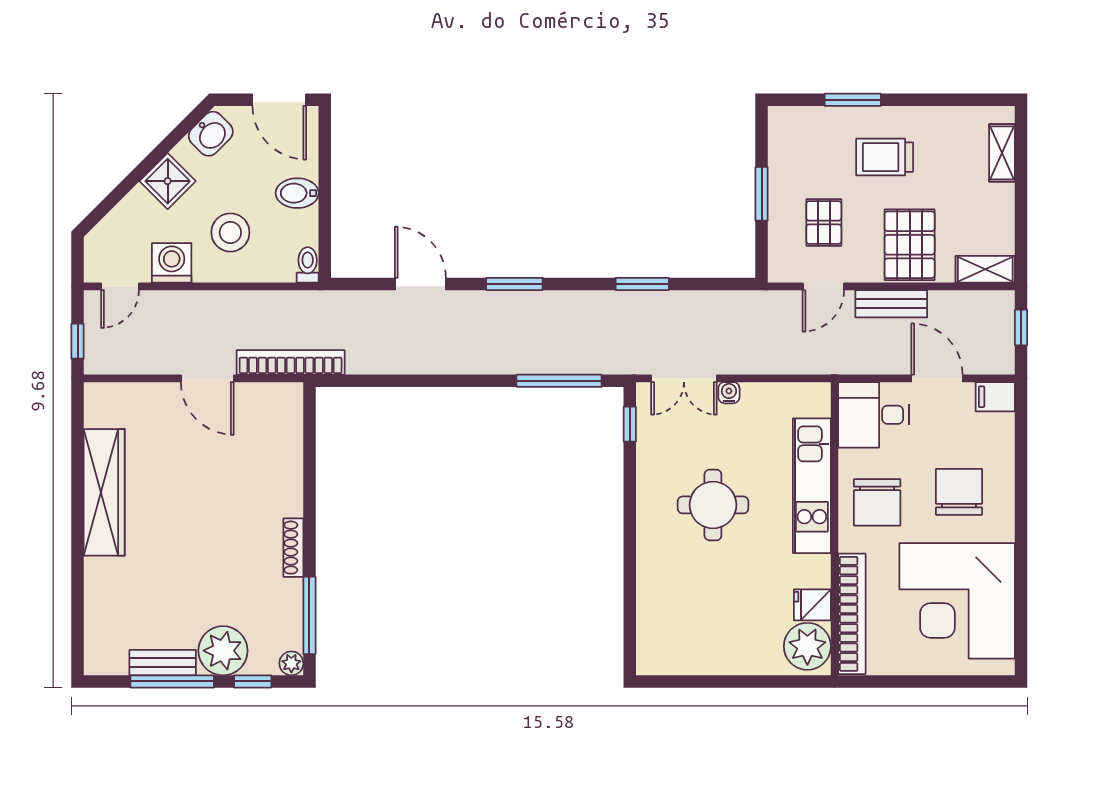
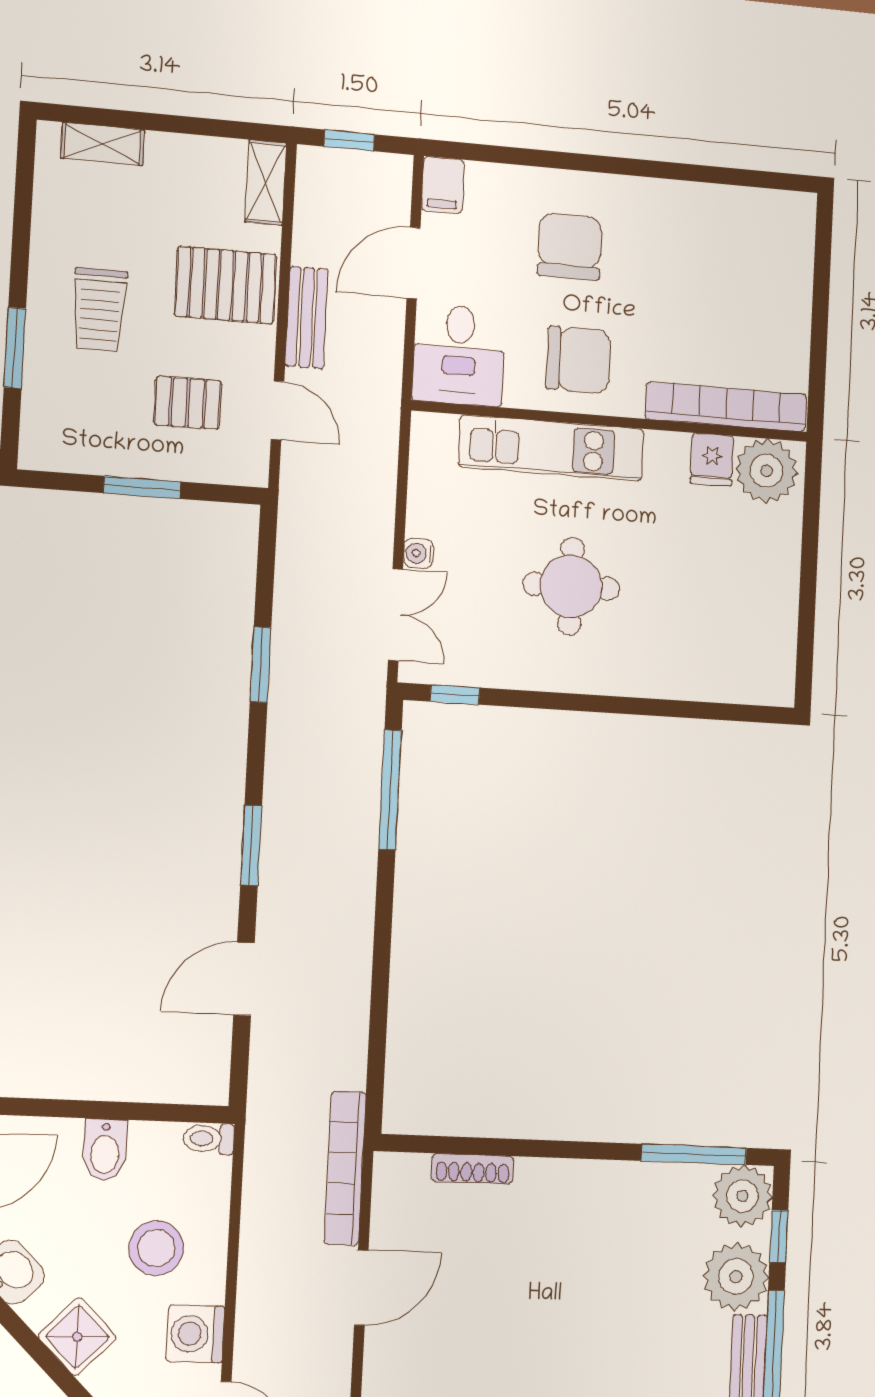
chair: (959, 492) -> (570, 246), turned 90
shoe rack: (293, 548) -> (473, 1169), moved
corner desk: (957, 601) -> (716, 262), removed
plant: (291, 663) -> (742, 1196), width x1.87, depth x1.87

